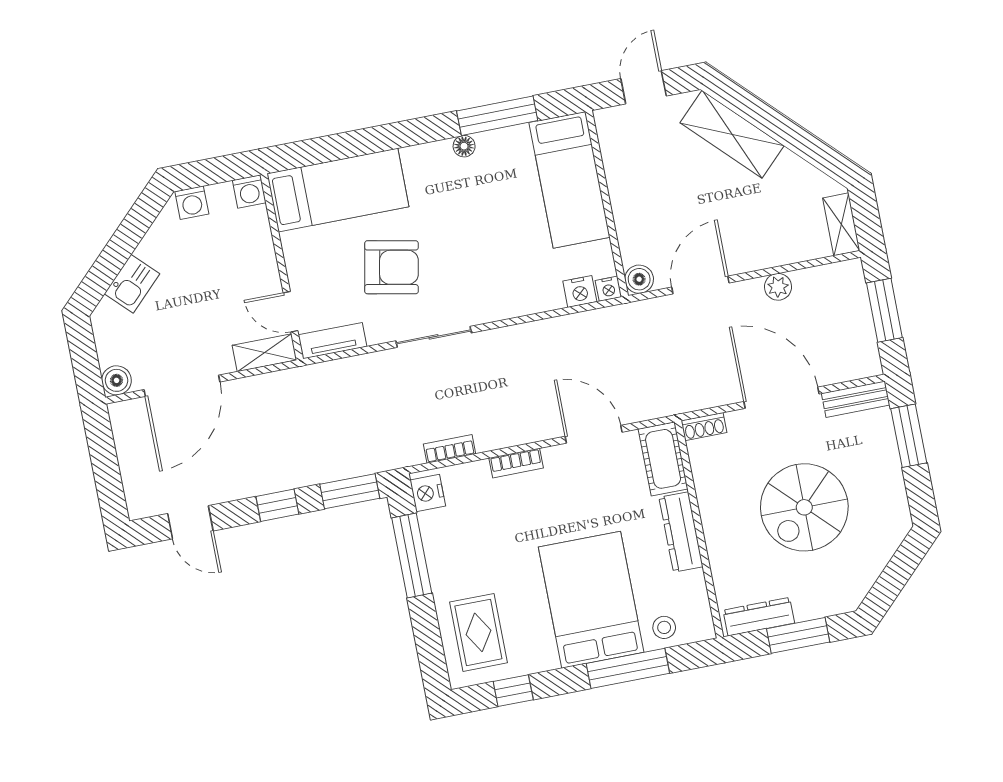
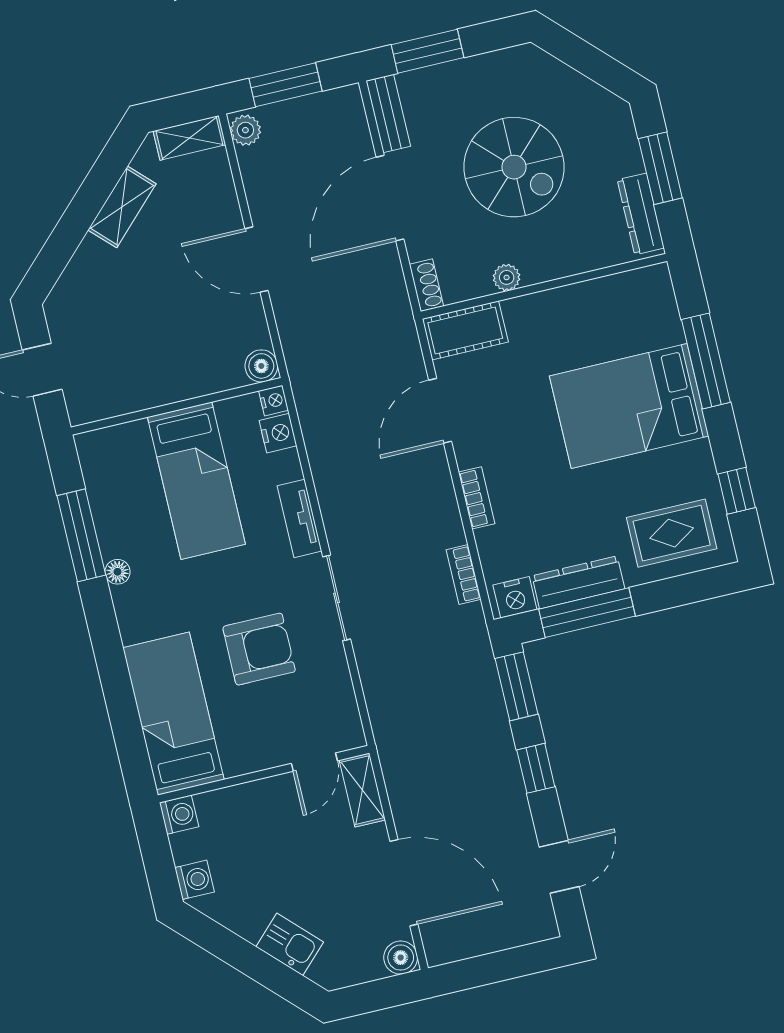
shelving: (732, 134) -> (122, 207), moved, width x0.67, depth x0.75
bed: (569, 180) -> (196, 481), moved, turned 90
armchair: (391, 267) -> (259, 649), turned 79
door: (700, 285) -> (257, 260), moved
plant: (778, 287) -> (245, 130), moved
tv unit: (332, 341) -> (299, 518), moved
plant: (708, 497) -> (507, 277), added
dresser: (681, 532) -> (578, 582), moved, turned 180
stool: (664, 627) -> (657, 321), removed

